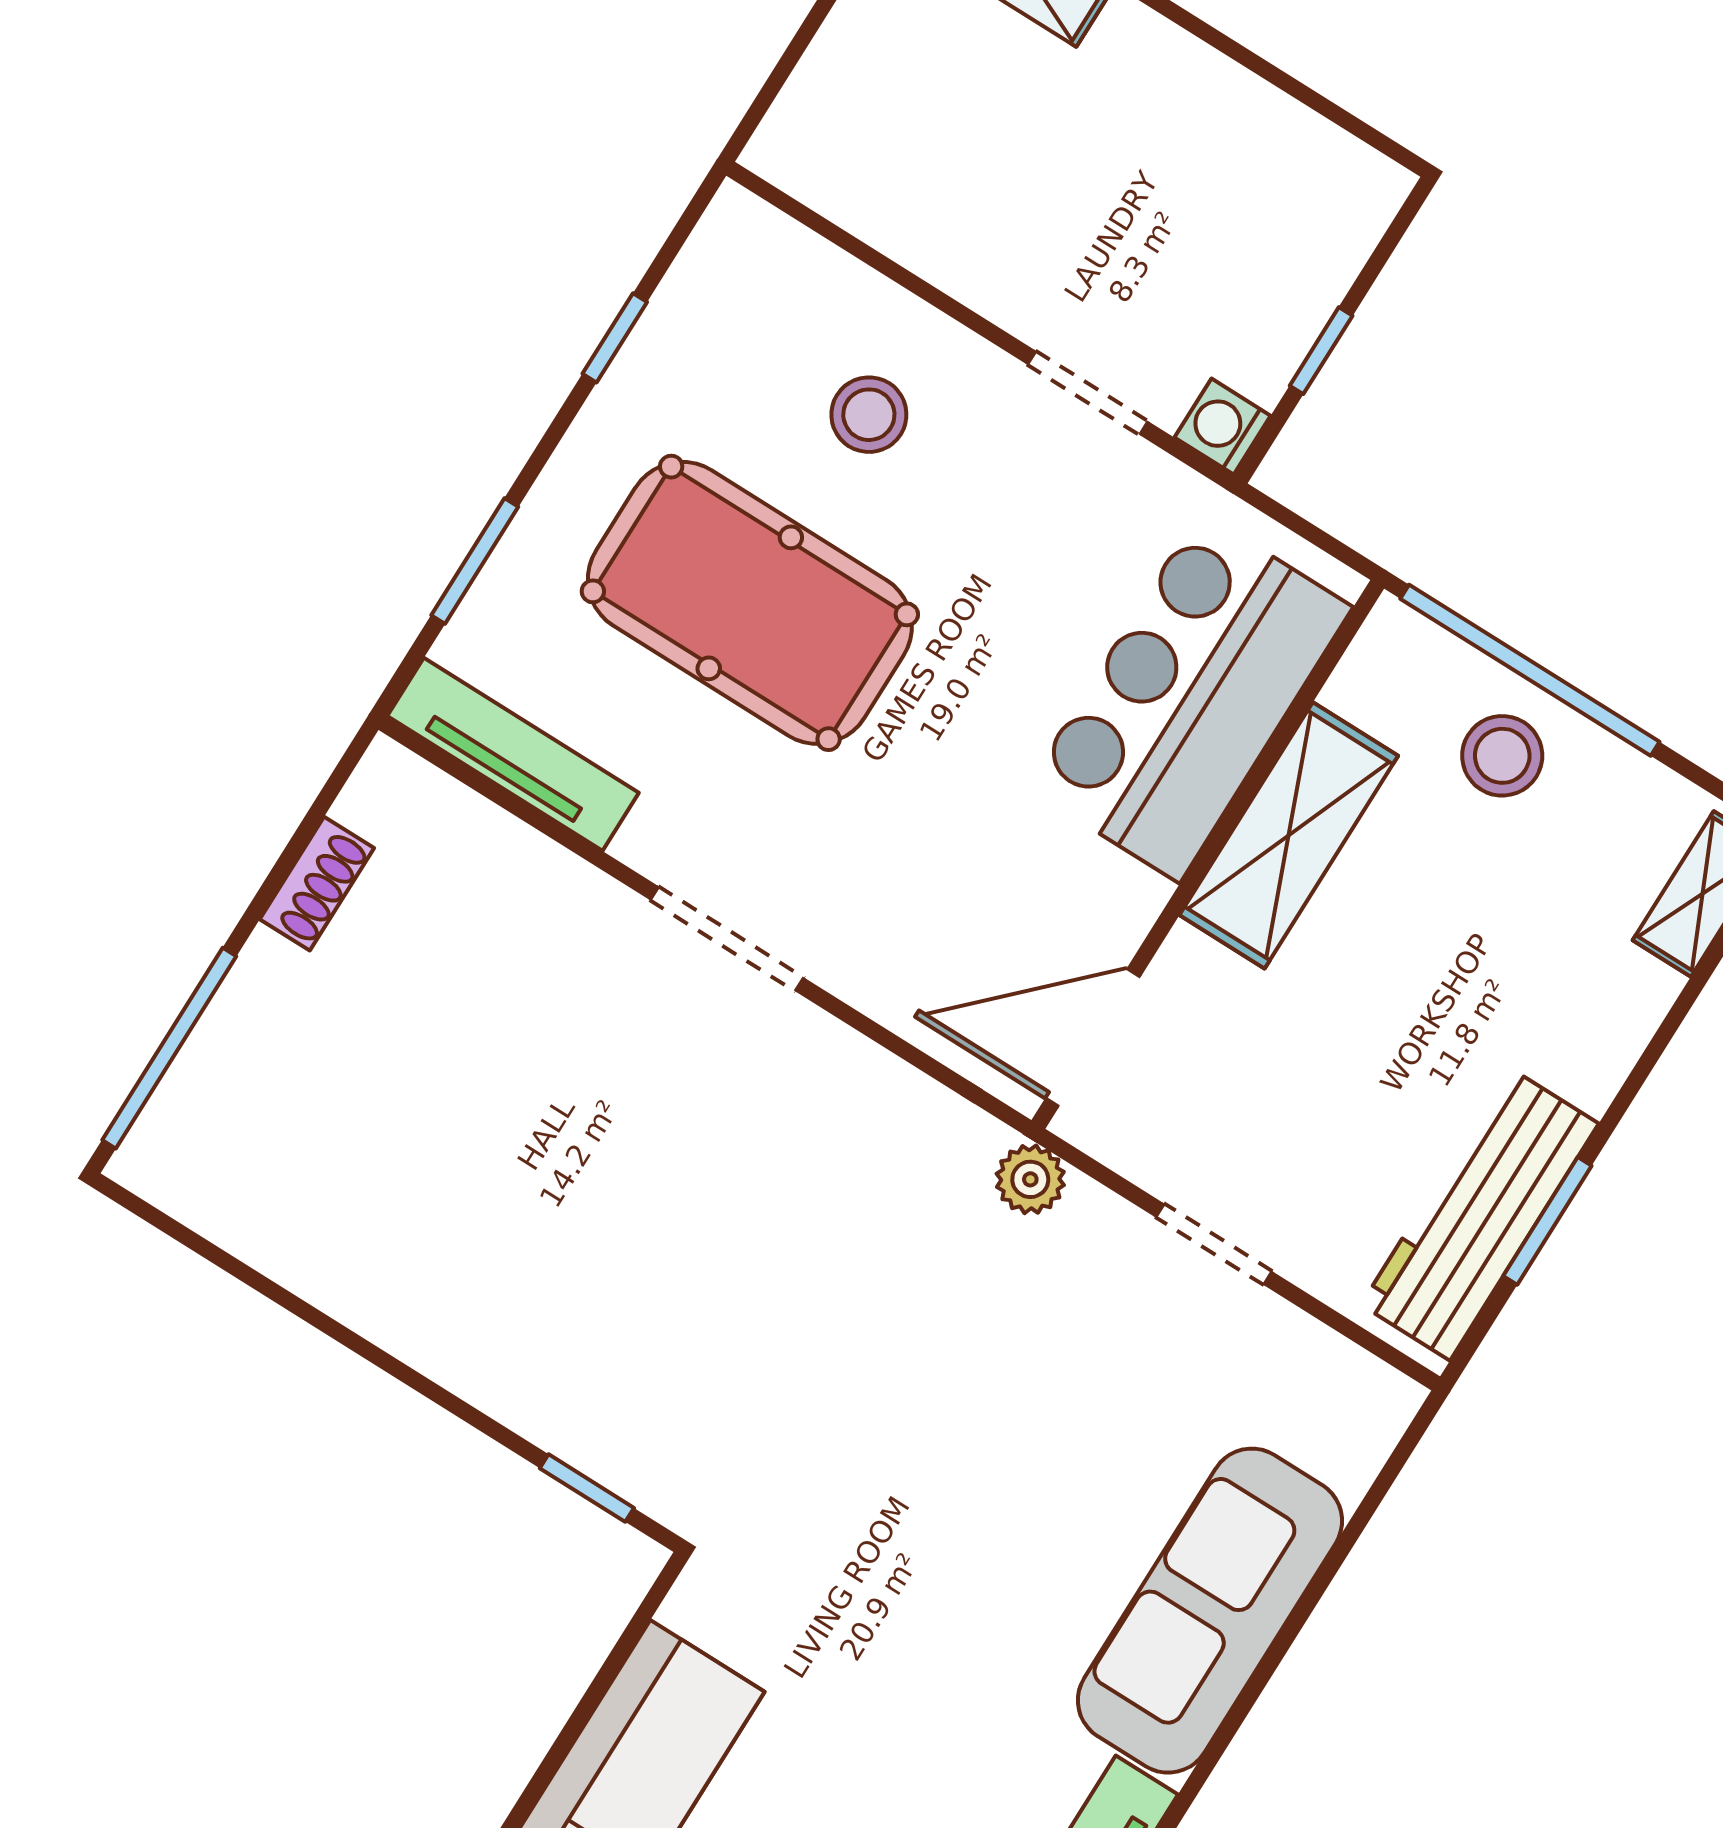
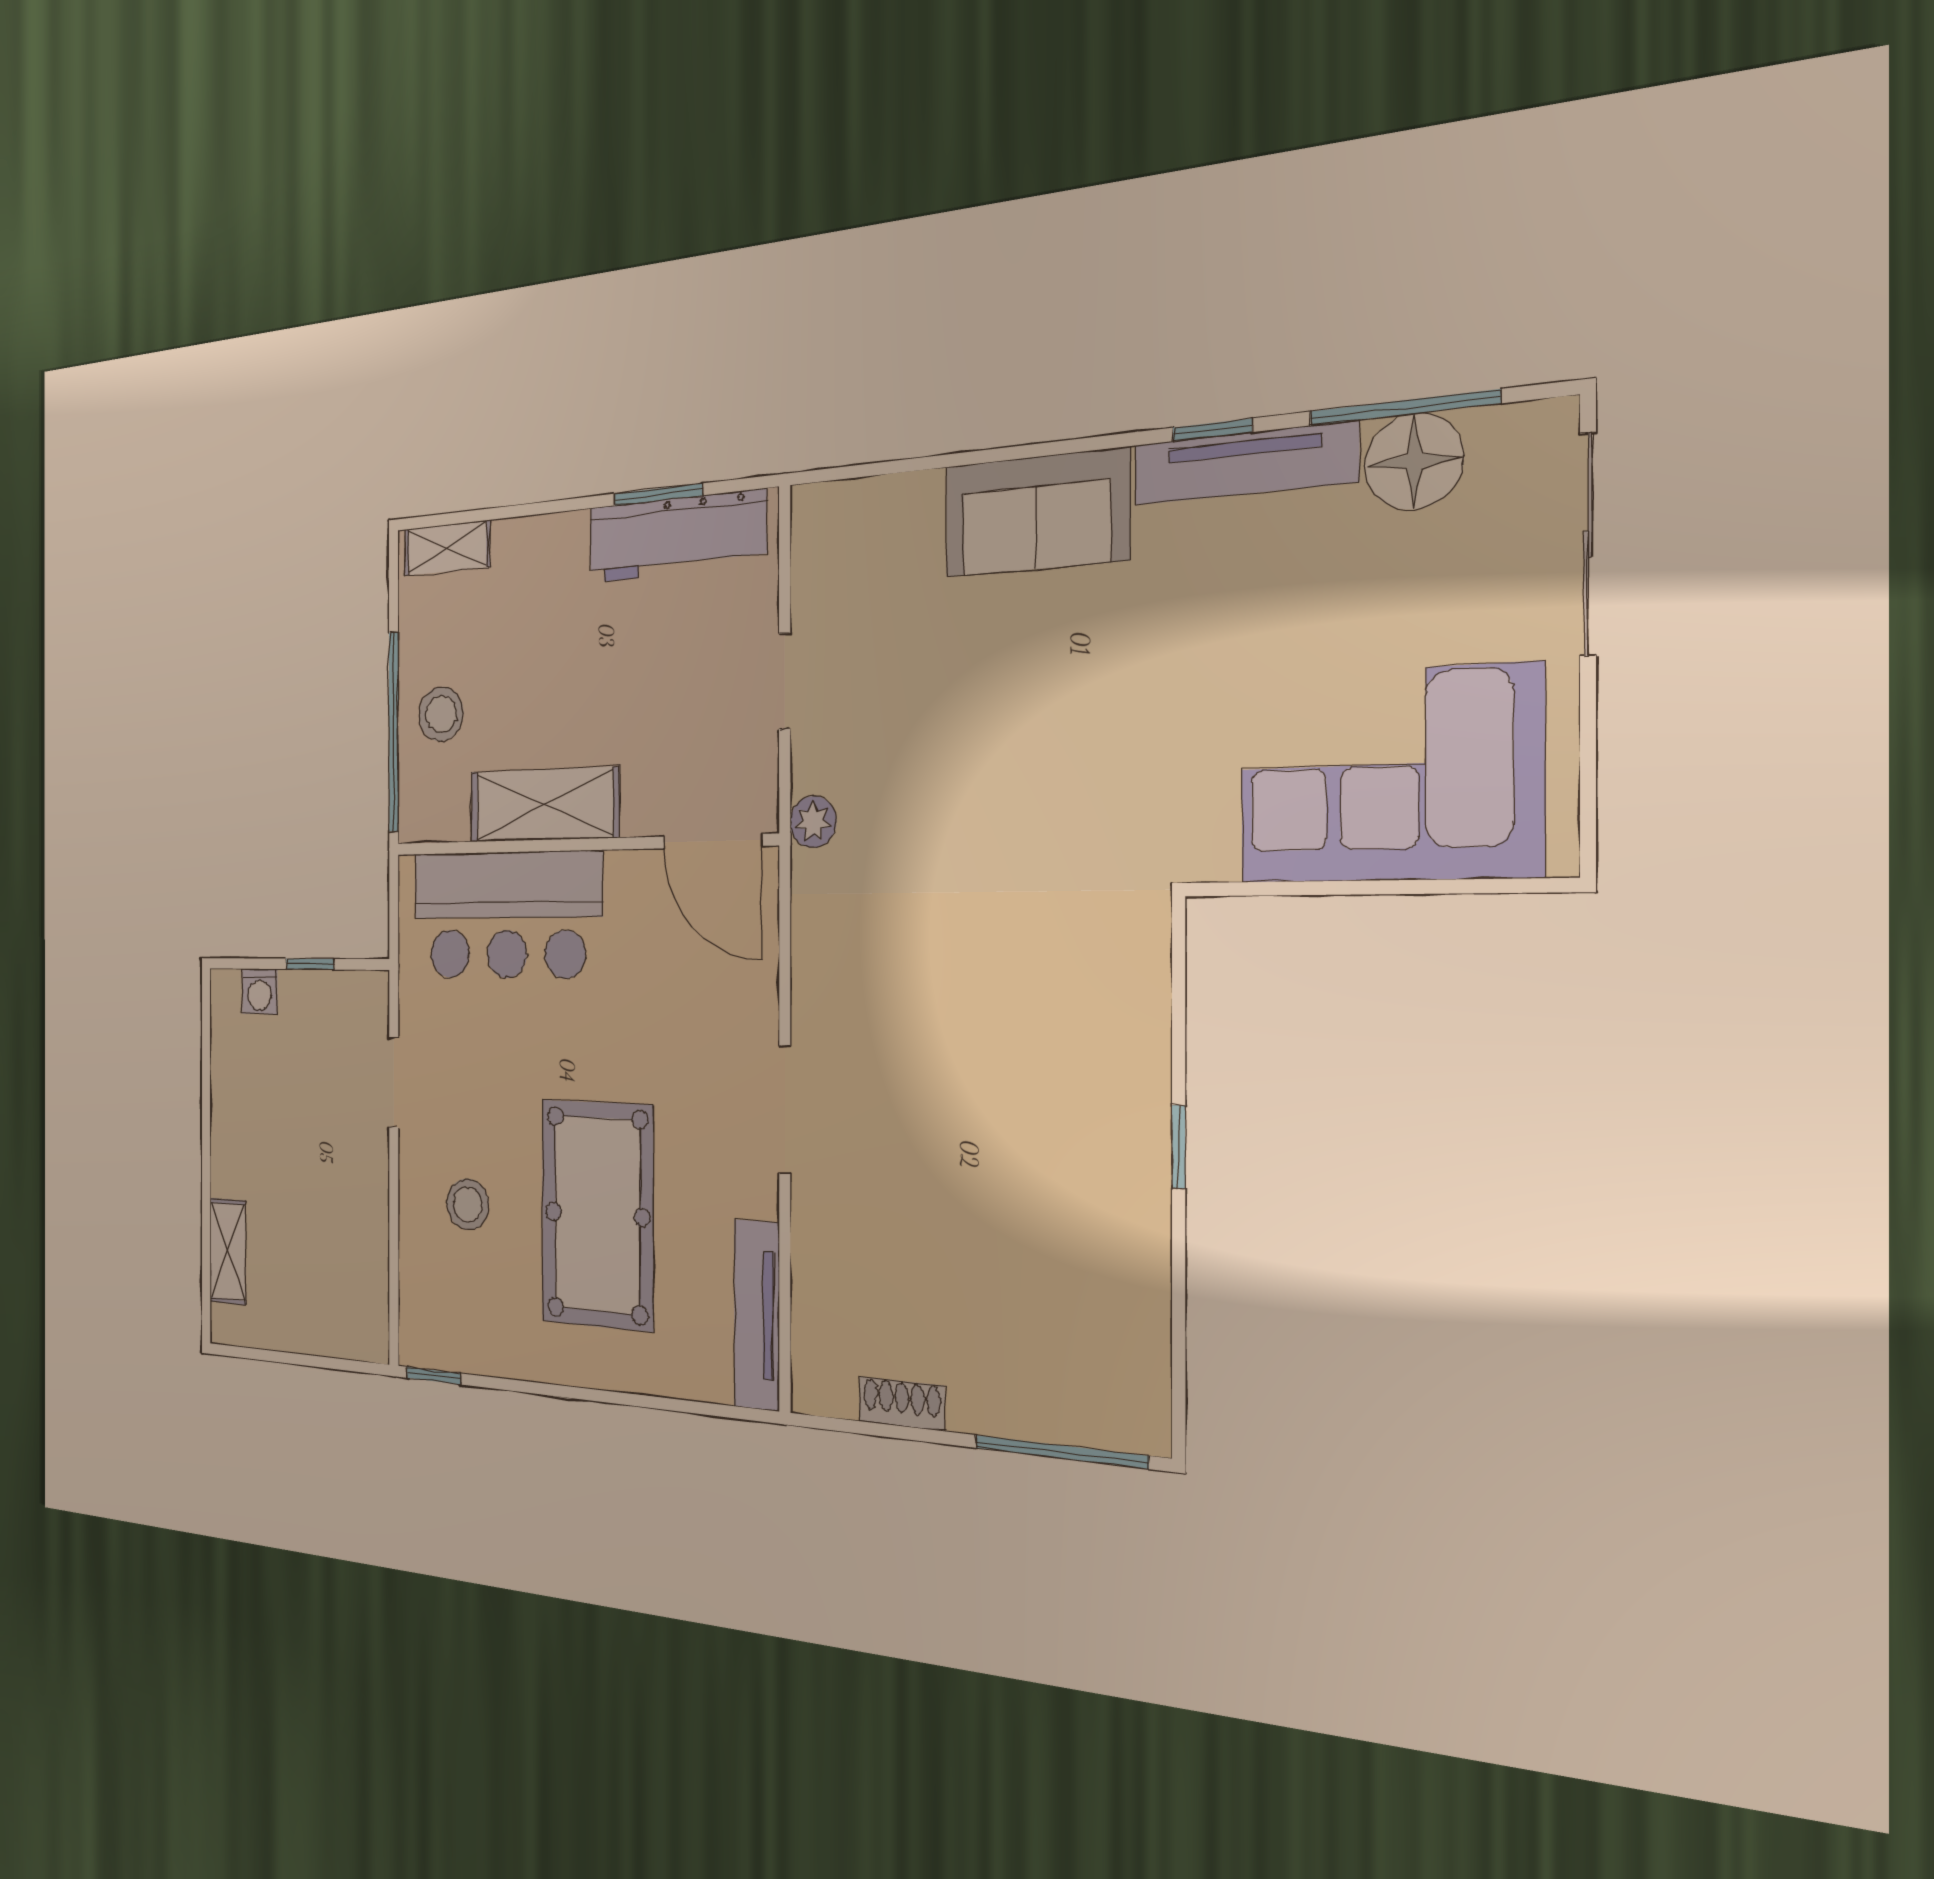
window: (615, 338) -> (434, 1376), moved
washing machine: (1223, 427) -> (260, 992), moved
window: (475, 561) -> (665, 1404), removed
window: (587, 1488) -> (1179, 1147), moved
sofa: (1210, 1611) -> (1036, 513), width x0.73

